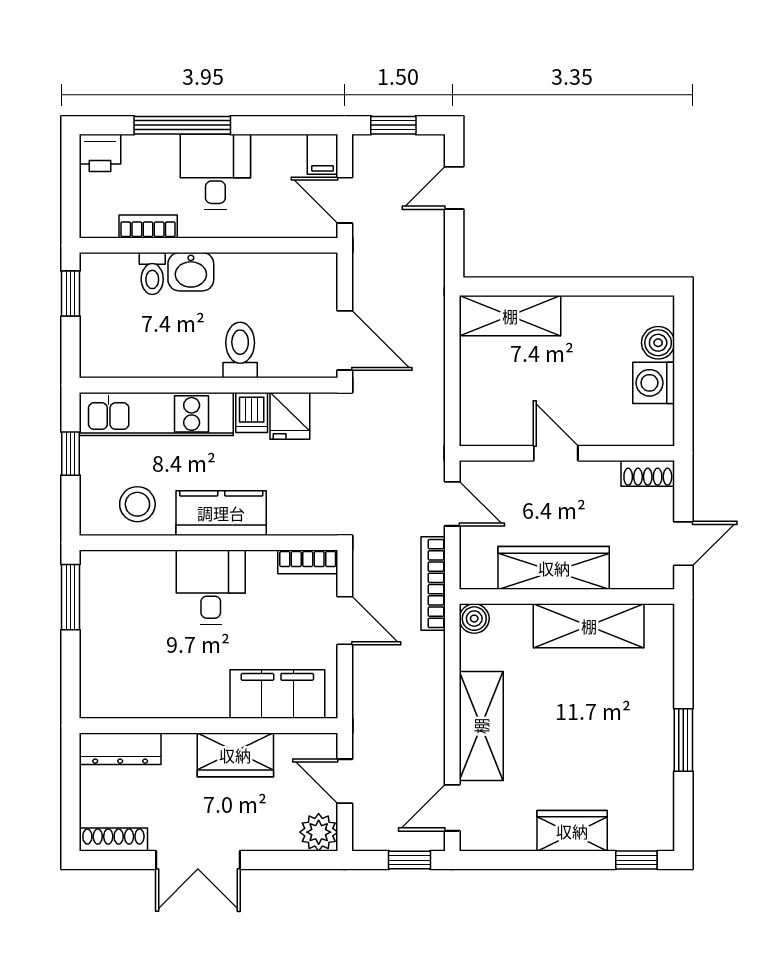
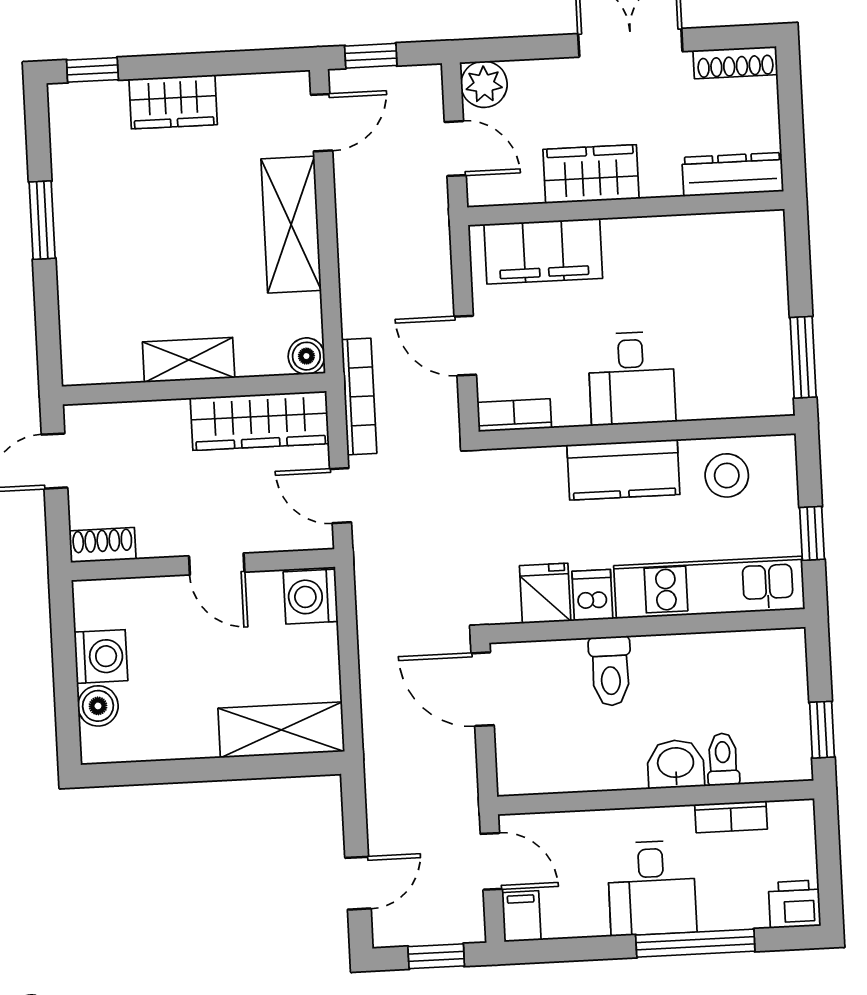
washing machine: (481, 423) -> (311, 597), added
wardrobe: (554, 568) -> (260, 421), moved
shelving: (589, 626) -> (189, 360), width x0.67, depth x0.75

